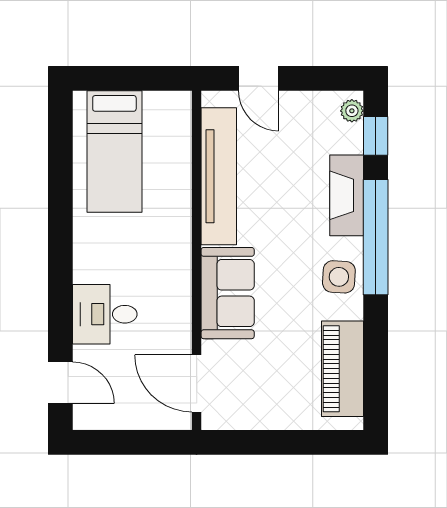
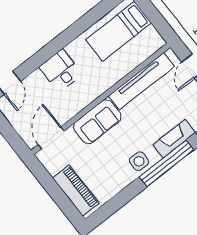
desk: (105, 314) -> (61, 70), moved
piano: (342, 369) -> (76, 191), moved, turned 90

